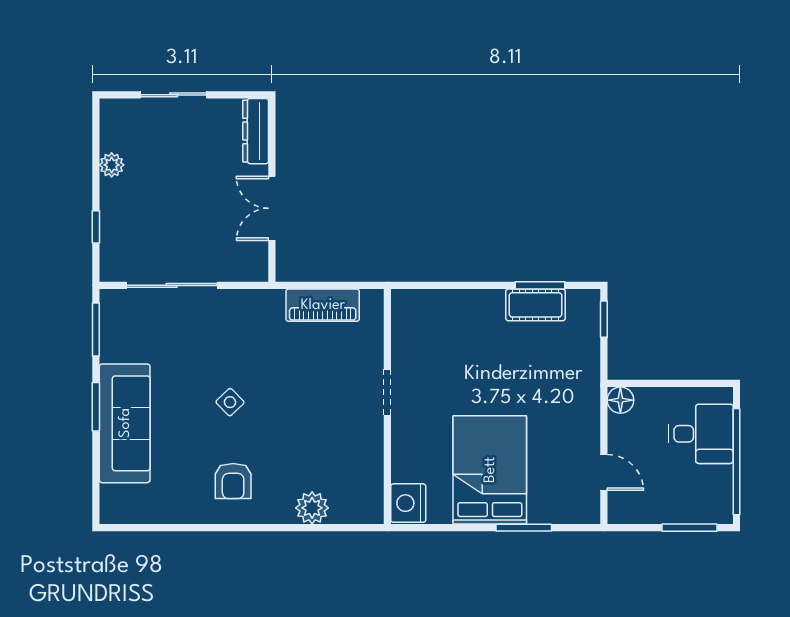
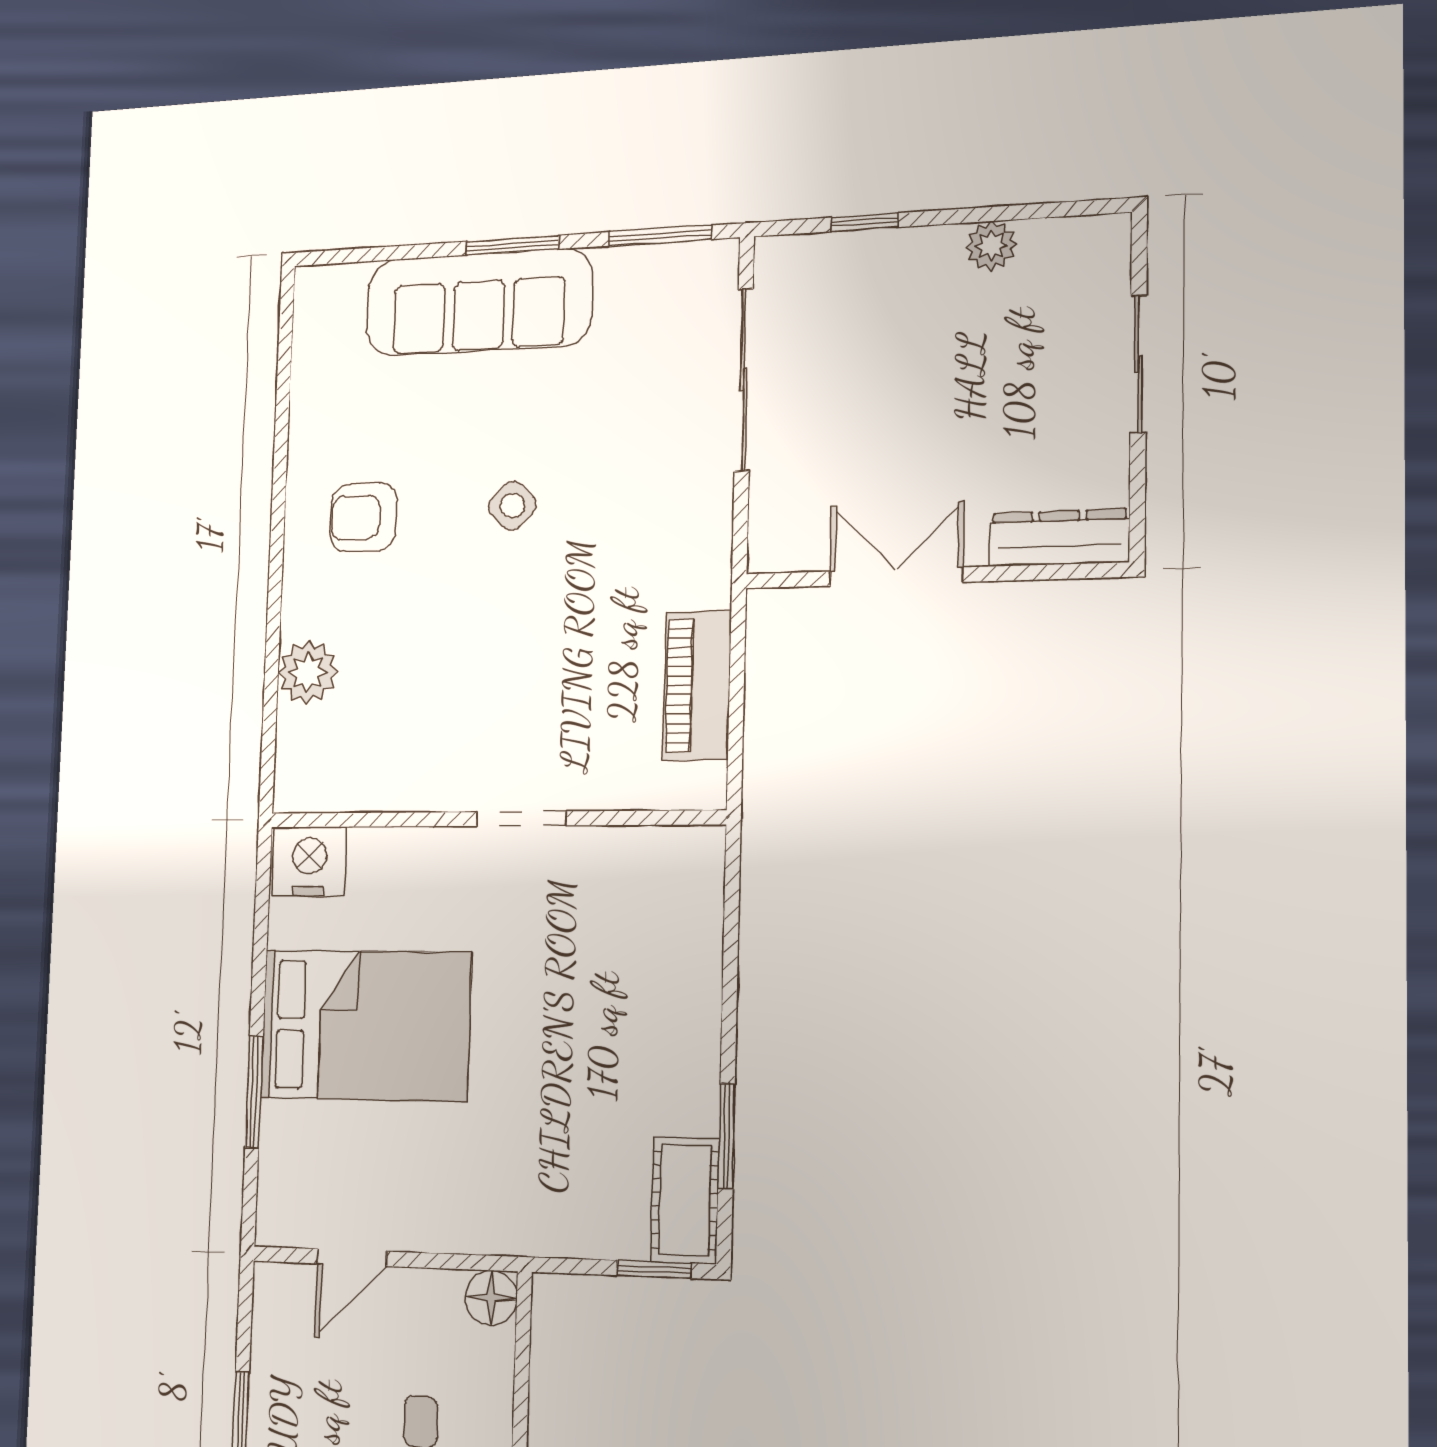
cot: (535, 305) -> (685, 1200), moved

